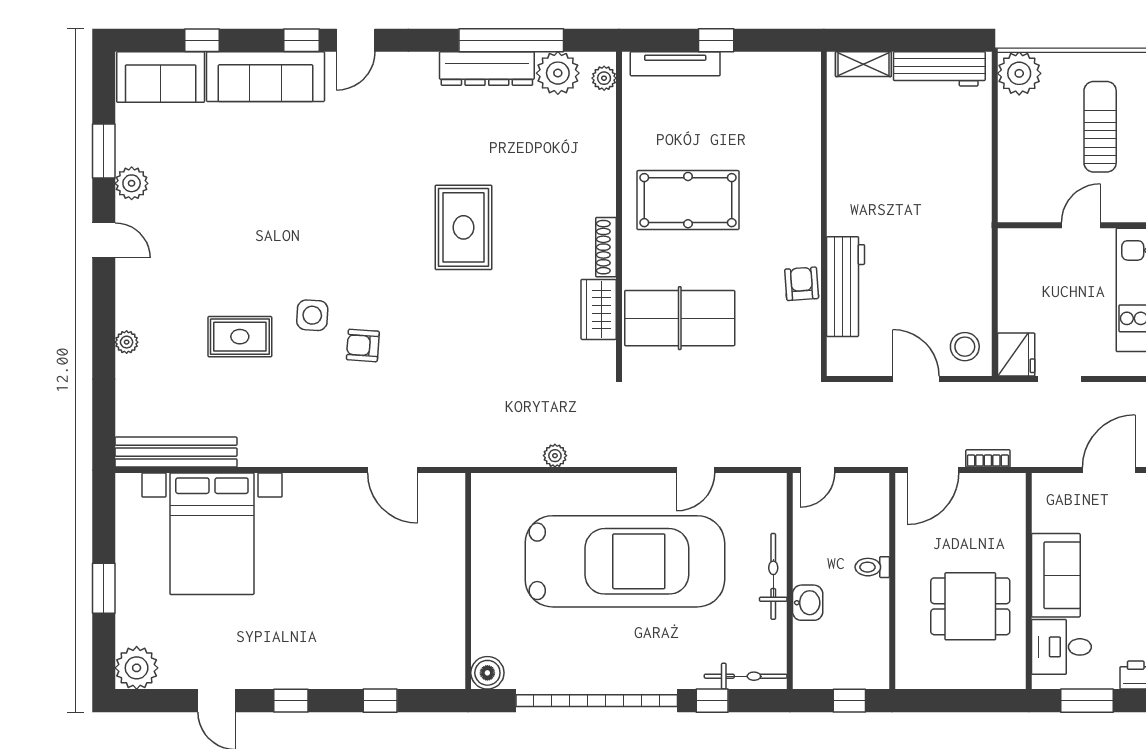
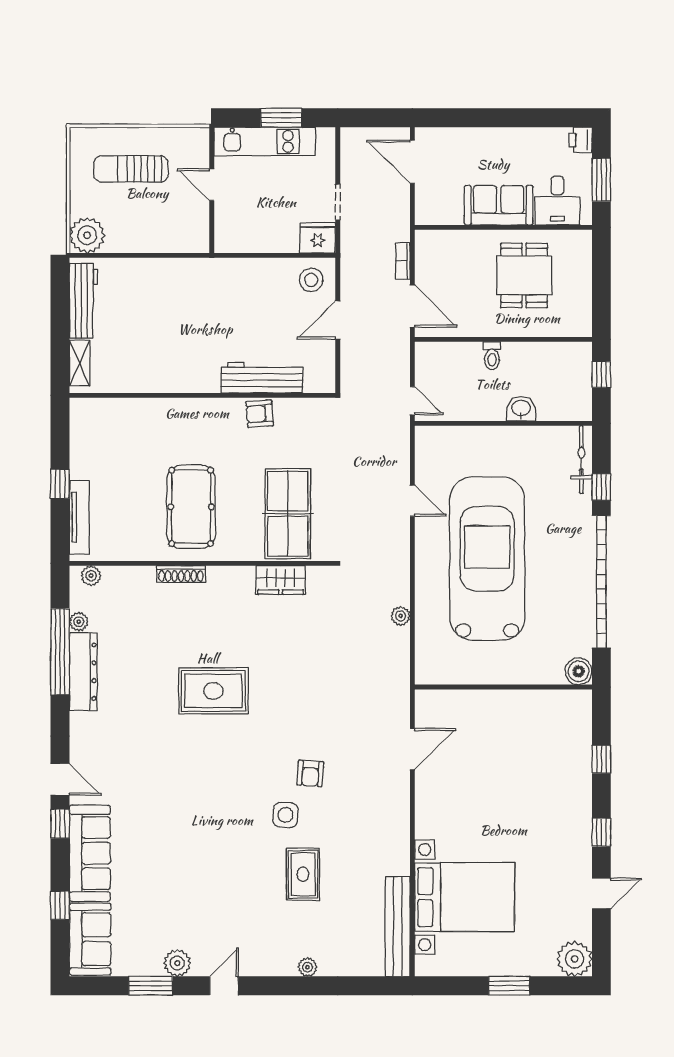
plant: (558, 73) -> (79, 622), width x0.53, depth x0.53
shoe rack: (606, 247) -> (181, 574), moved
bicycle: (773, 576) -> (500, 437), removed

